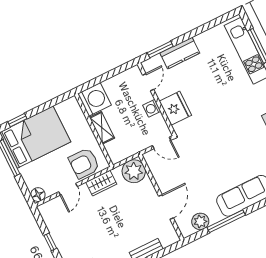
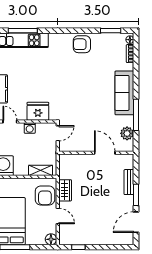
shelving: (102, 128) -> (41, 170), moved
plant: (134, 171) -> (68, 163), removed
window: (50, 242) -> (78, 247), moved

